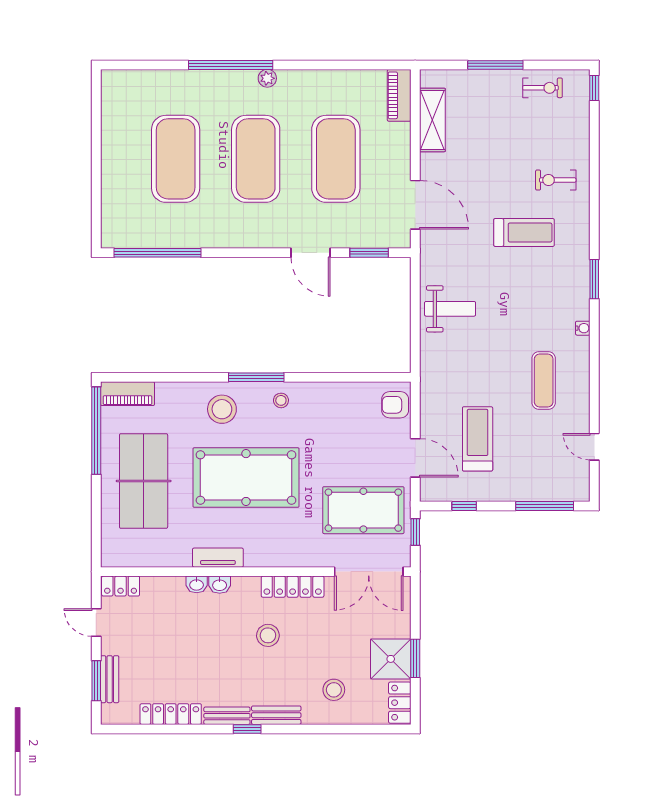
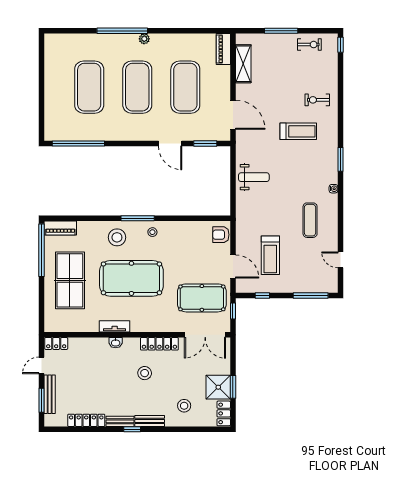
treadmill: (478, 439) -> (270, 255), turned 180
washbasin: (197, 584) -> (102, 343), removed
door: (96, 623) -> (42, 365), hinge flipped
bench: (110, 679) -> (50, 394), width x1.36

